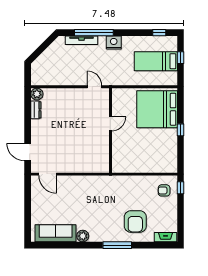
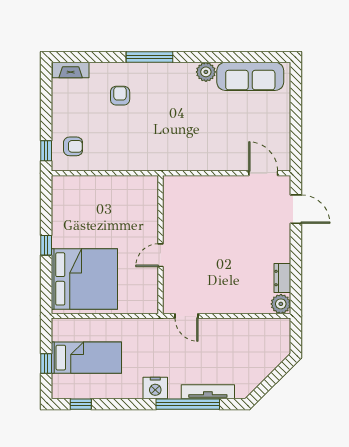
armchair: (135, 222) -> (120, 96), width x0.53, depth x0.53

